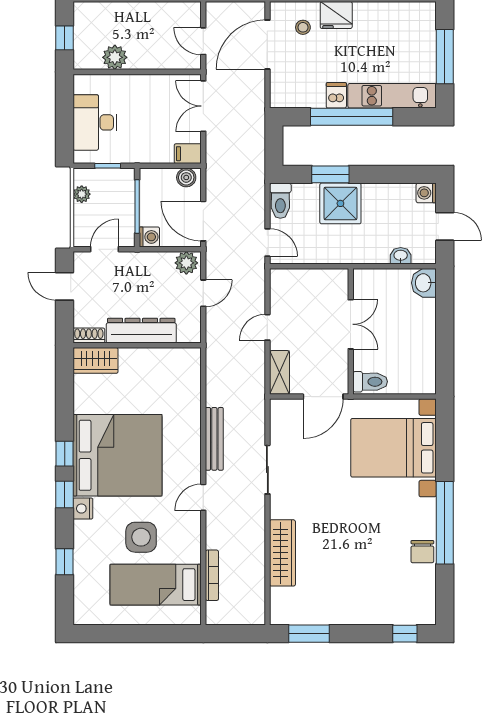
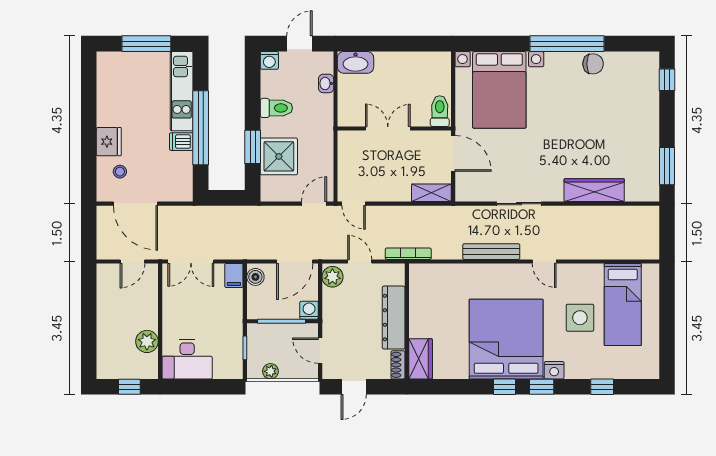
desk: (95, 122) -> (187, 359), moved
toilet: (280, 201) -> (276, 108), moved
shower: (340, 203) -> (279, 156), moved
washbasin: (424, 283) -> (356, 62), width x1.38
door: (267, 327) -> (354, 204), moved
bookcase: (212, 575) -> (408, 254), moved

